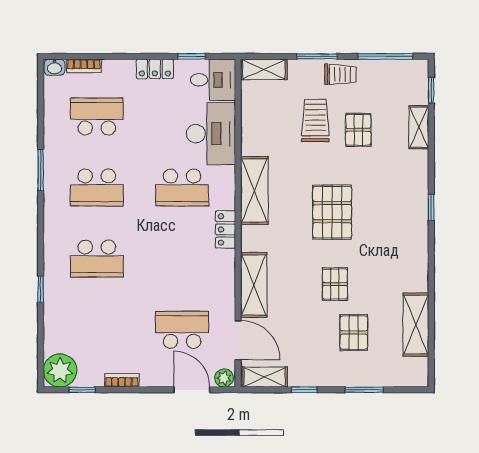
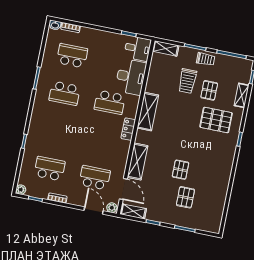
locker: (155, 69) -> (108, 37), removed
trolley: (315, 121) -> (187, 81), turned 180
pallet: (332, 212) -> (216, 120), moved, turned 90
school desk: (97, 259) -> (50, 169), moved, turned 180
shelving: (416, 325) -> (219, 200), removed
plant: (60, 370) -> (21, 190), width x0.53, depth x0.53

